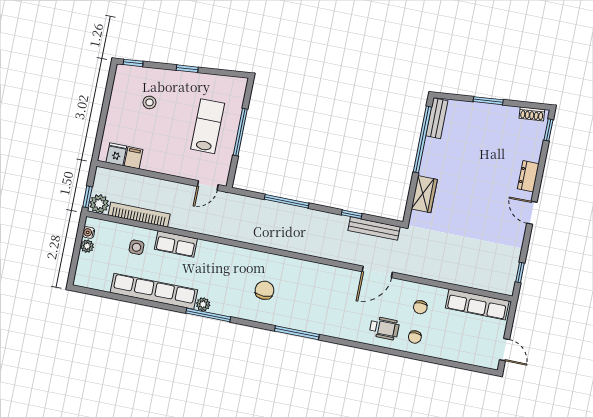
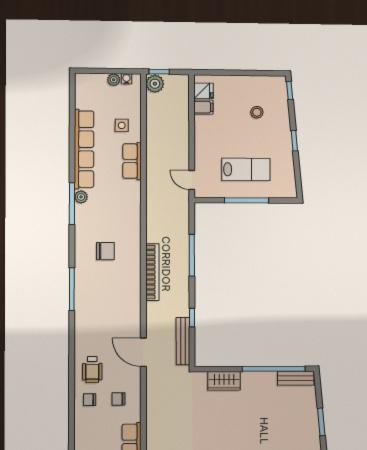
bookcase: (139, 215) -> (152, 272), moved

